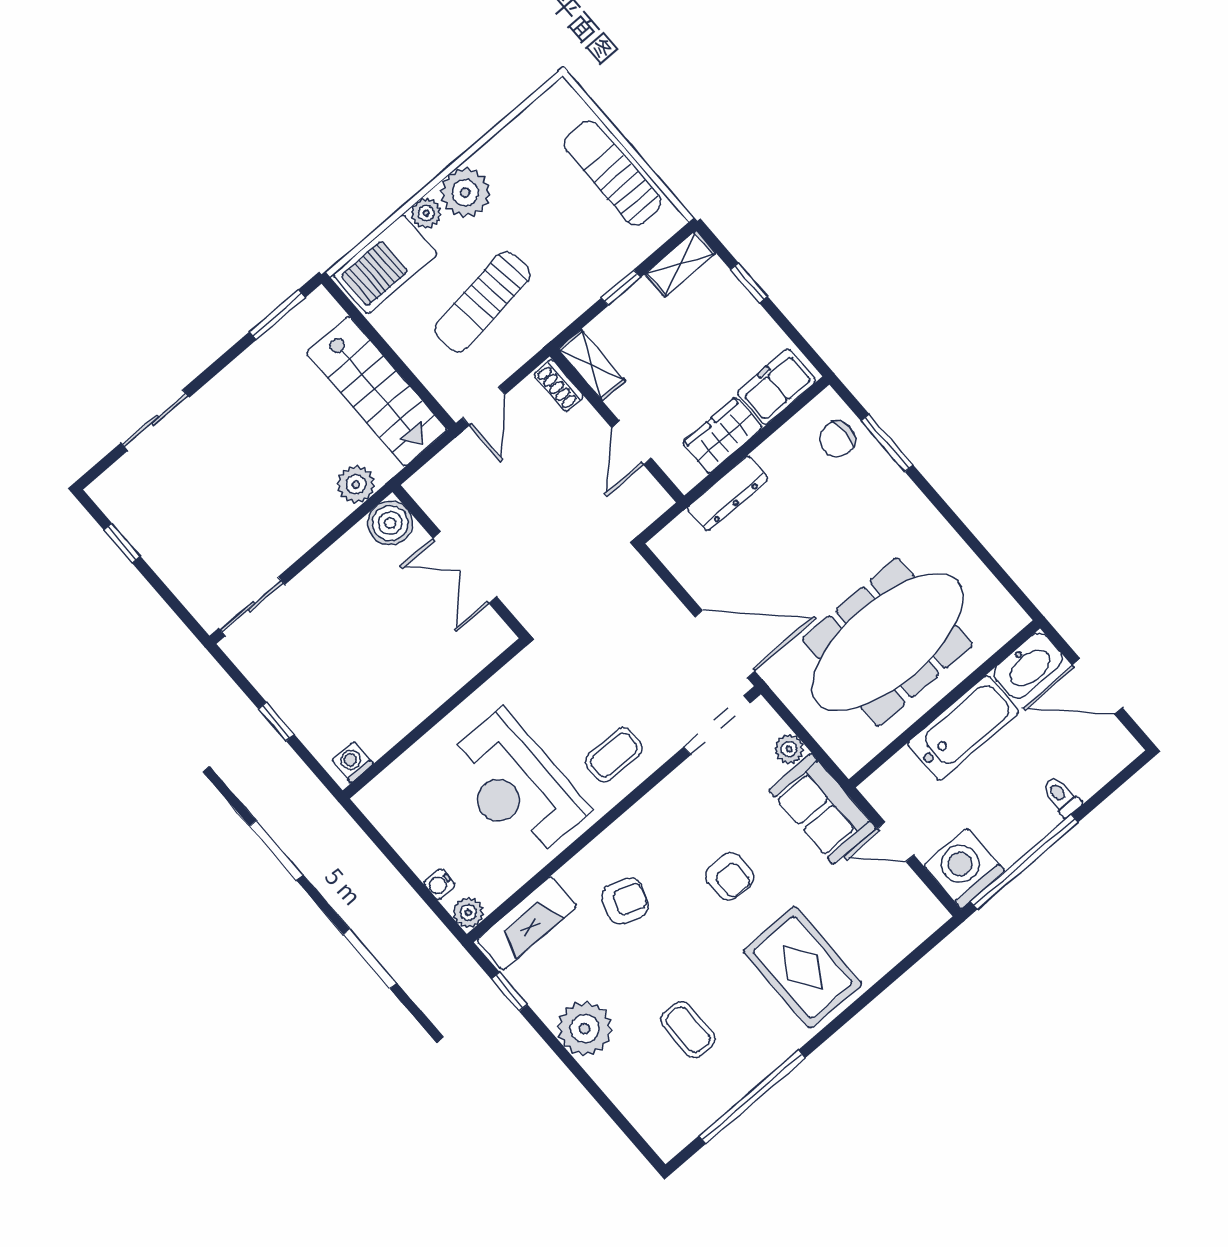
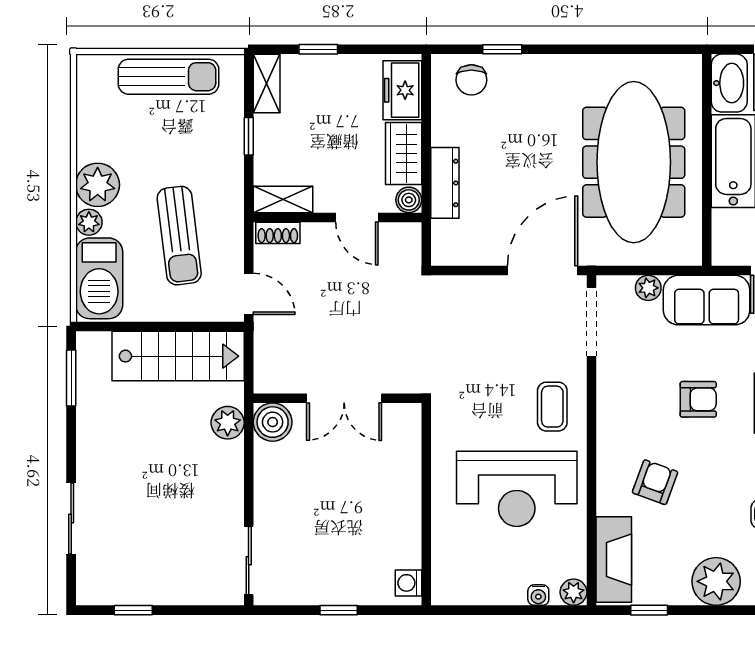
sun lounger: (613, 173) -> (168, 77), turned 180
window: (887, 443) -> (502, 49), width x0.67
boiler: (686, 475) -> (409, 200), added

